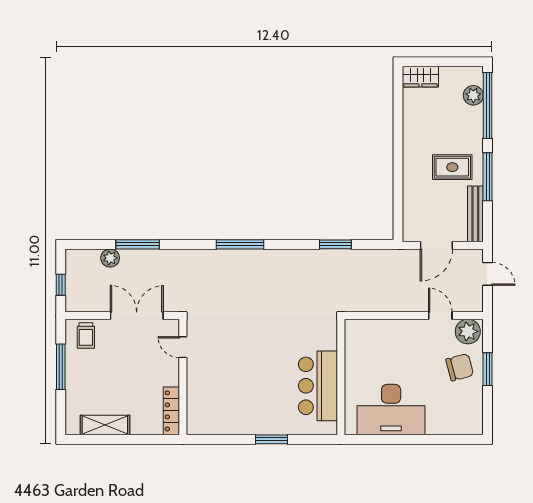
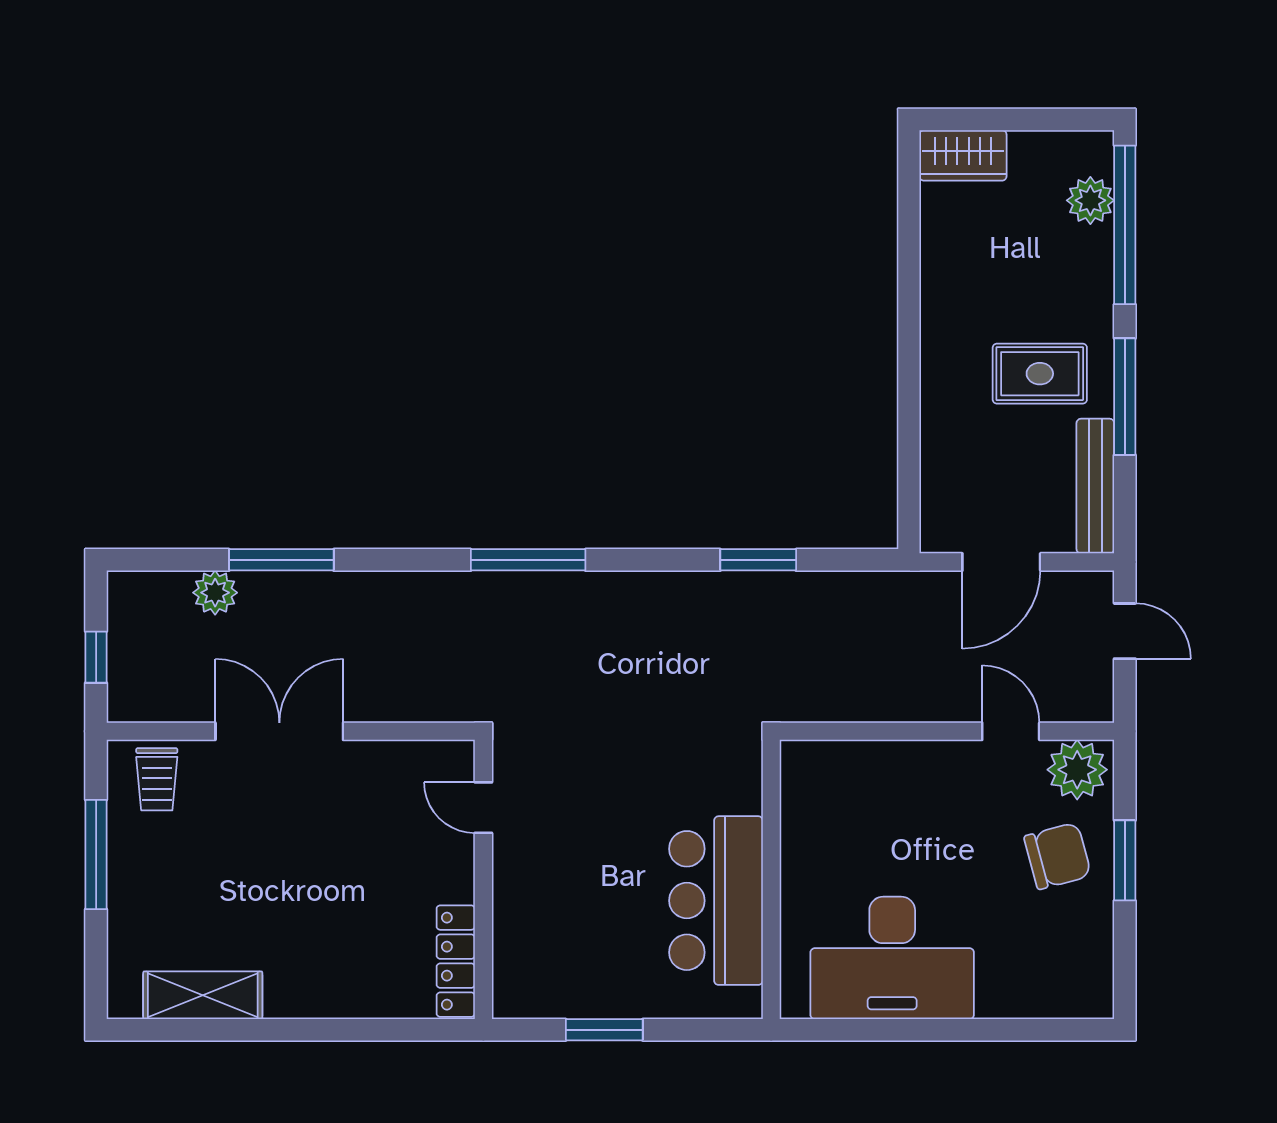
door: (183, 347) -> (483, 808), moved
wall: (183, 377) -> (483, 879), moved
locker: (171, 411) -> (456, 961), moved

